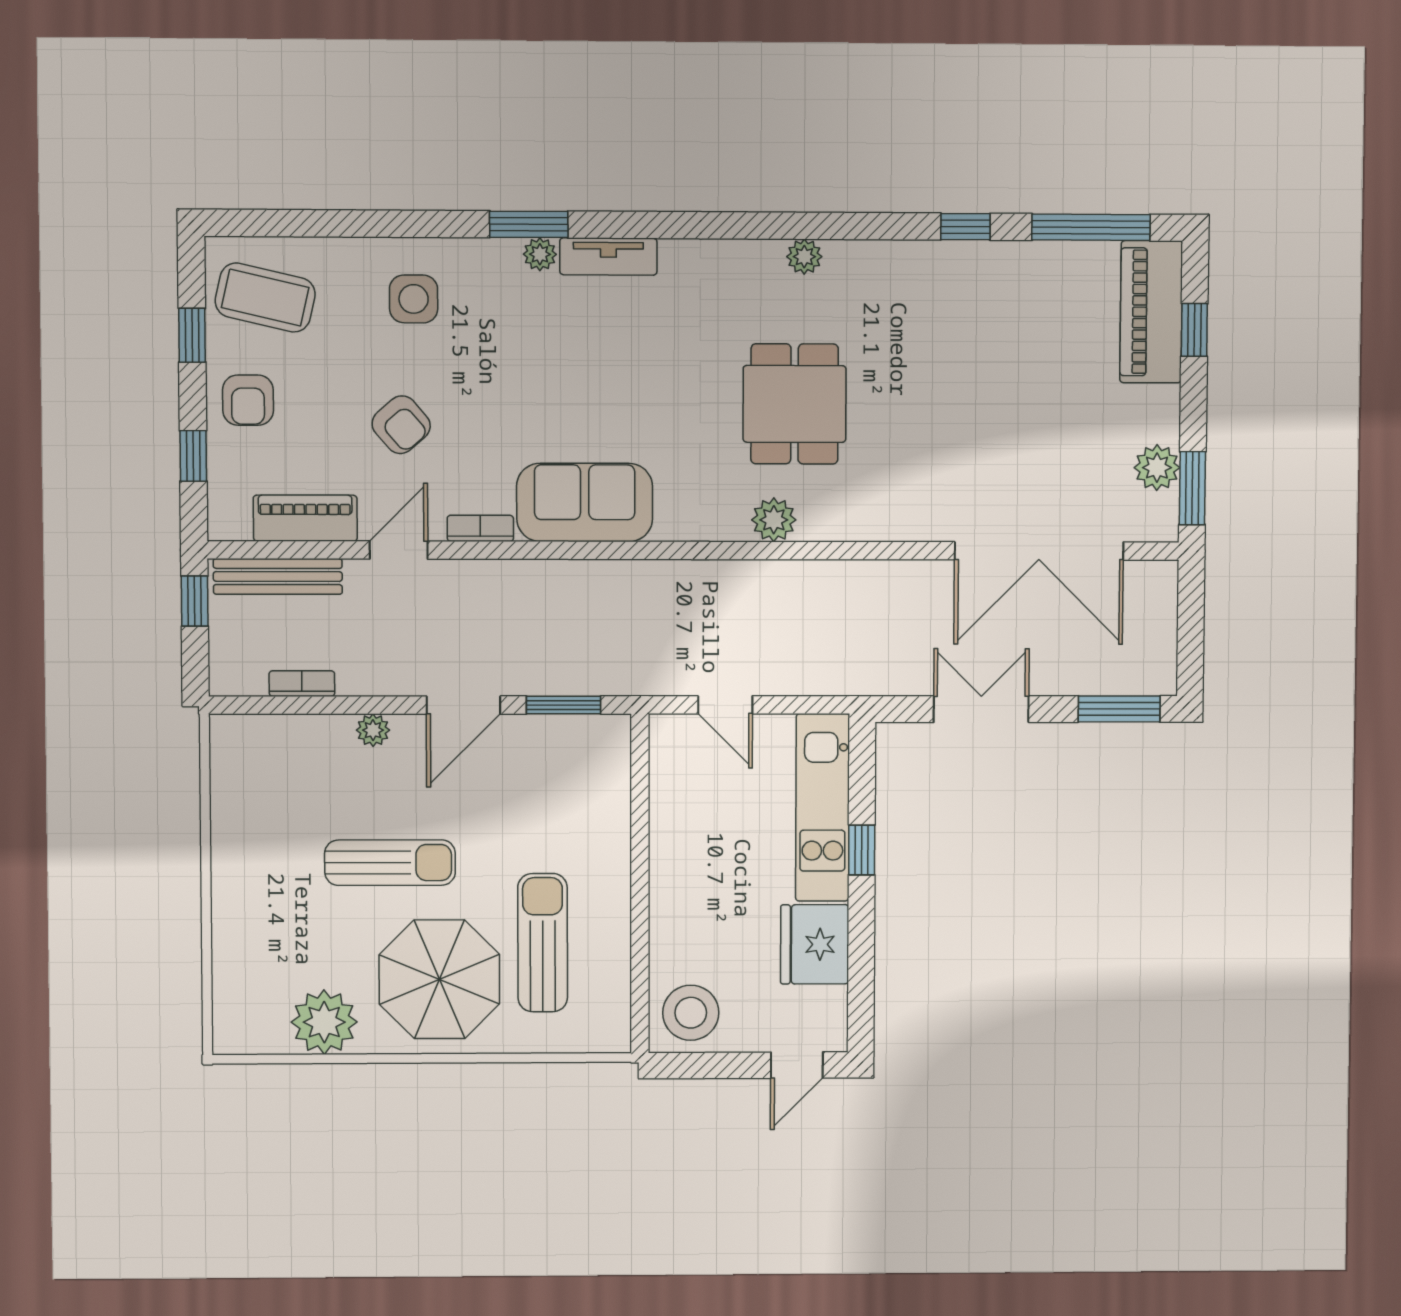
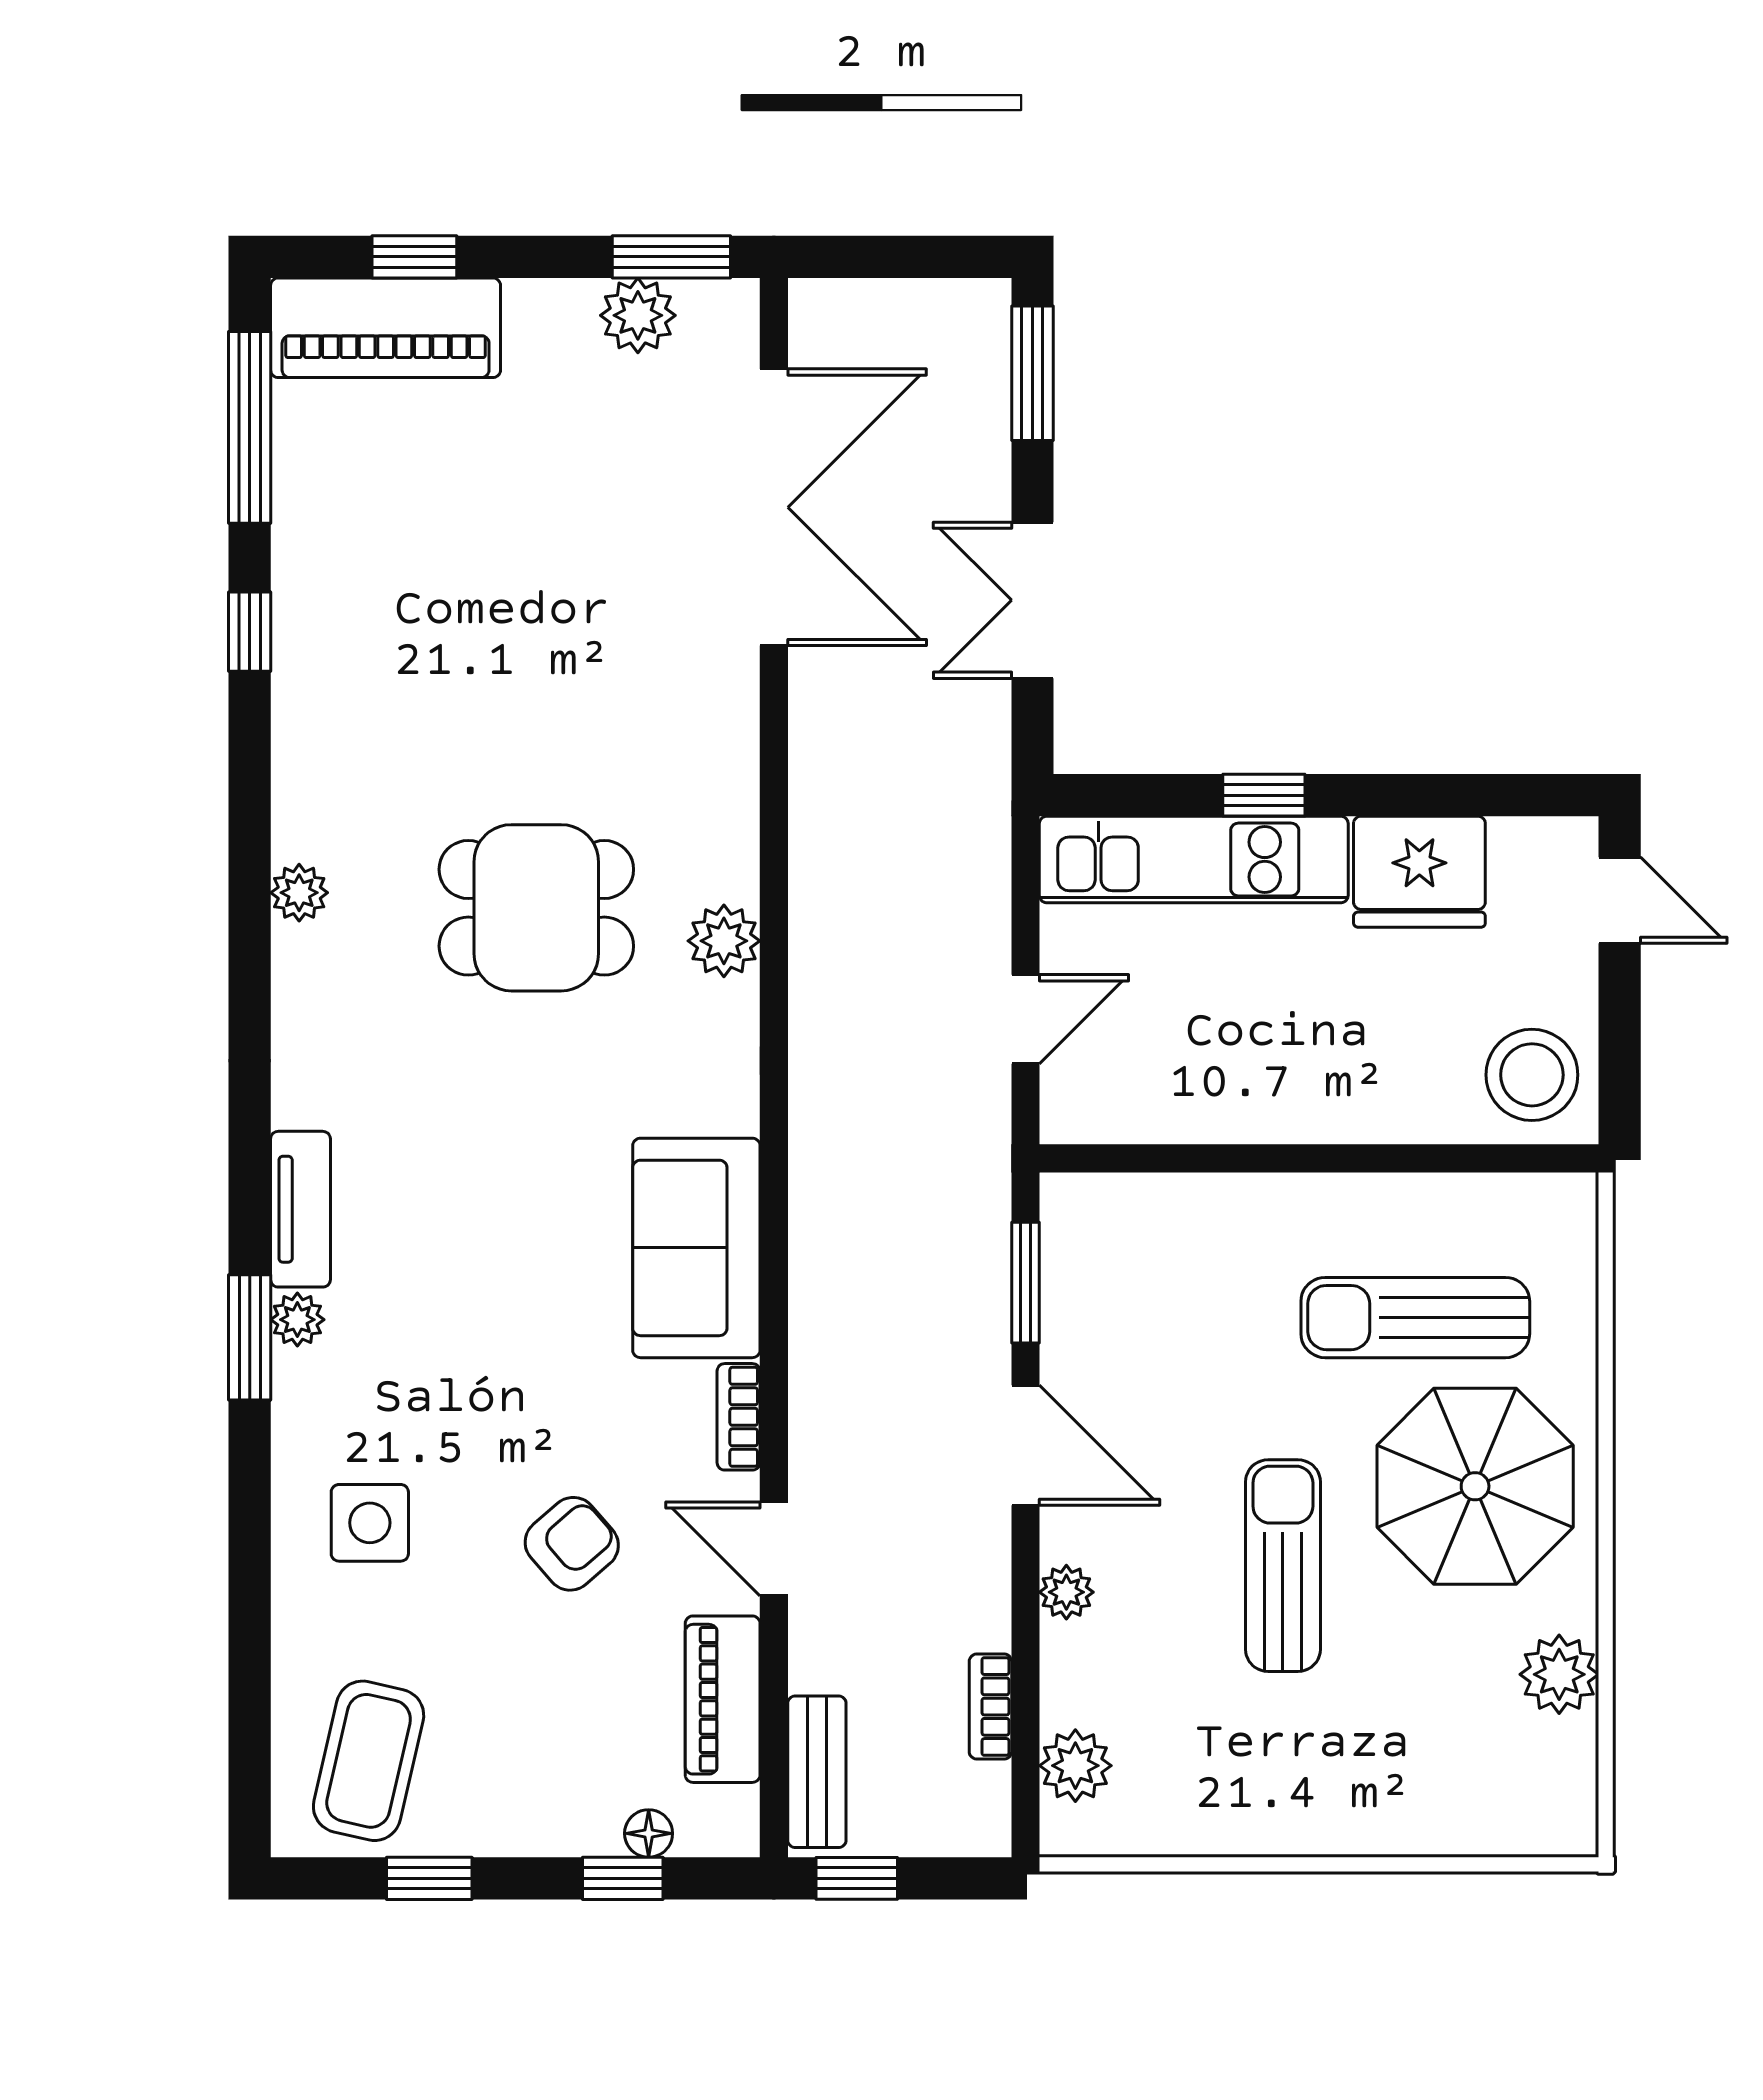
armchair: (248, 400) -> (533, 1790), removed
floor lamp: (221, 472) -> (649, 1833), added
bench: (278, 576) -> (817, 1772), width x0.73
plant: (266, 736) -> (1075, 1766), added
plant: (324, 1022) -> (1559, 1674), width x0.73, depth x0.73

